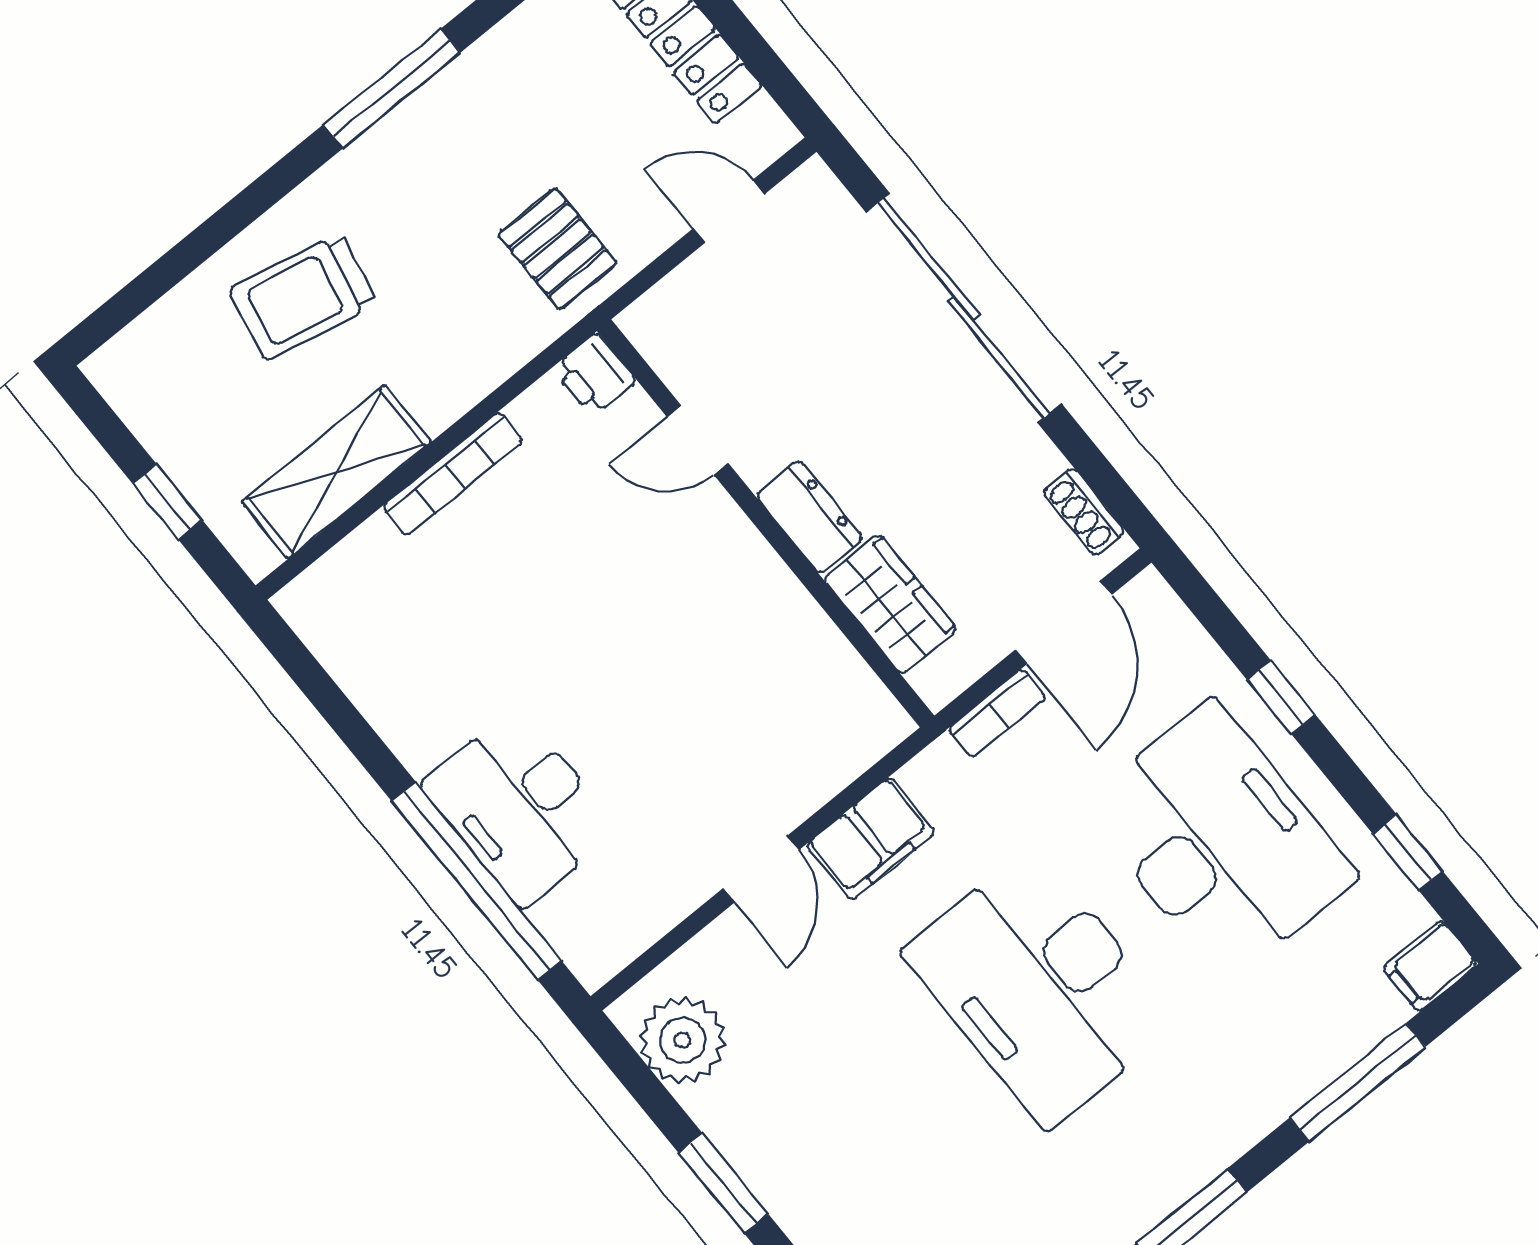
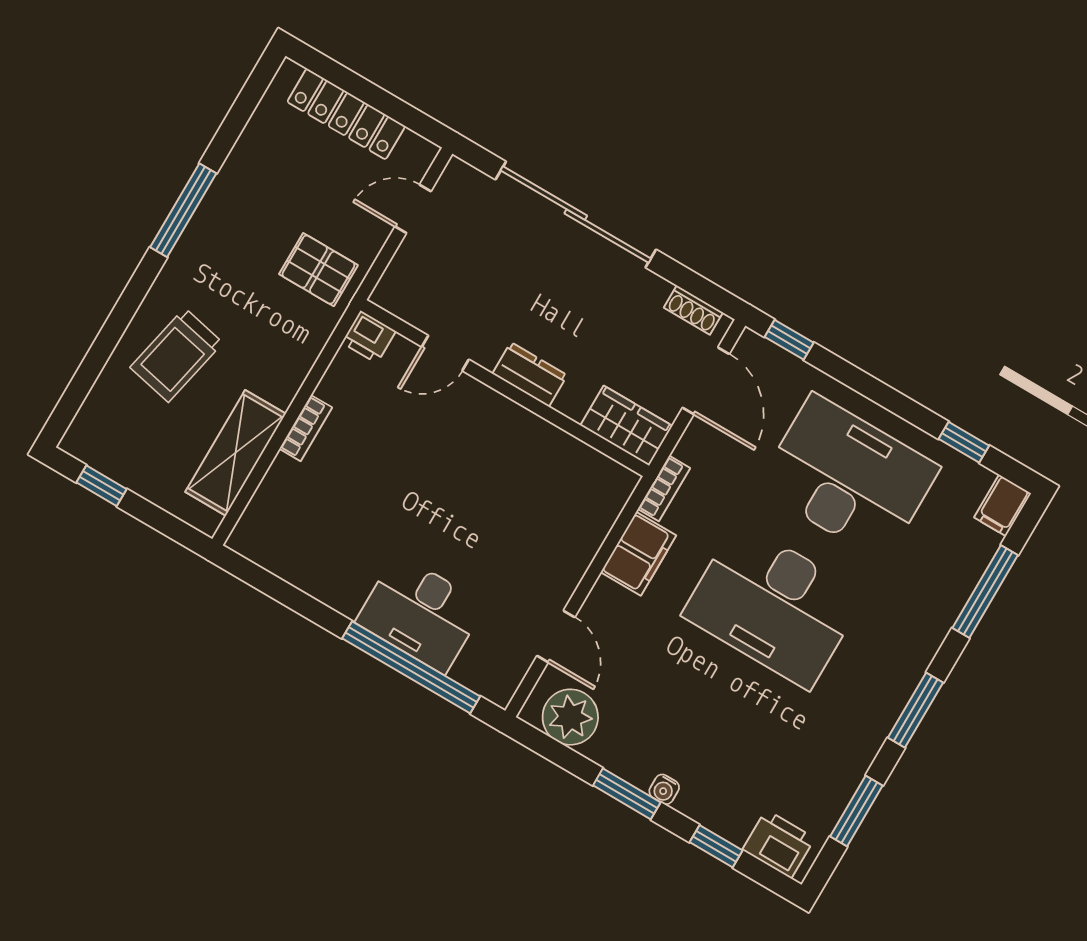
bookcase: (453, 474) -> (306, 428), width x0.64
window: (167, 502) -> (102, 486), moved
wardrobe: (890, 604) -> (626, 426), moved
window: (1281, 697) -> (789, 340), moved
bookcase: (997, 713) -> (664, 488), moved
door: (761, 869) -> (556, 637), moved
water cooler: (780, 1197) -> (664, 789), added

